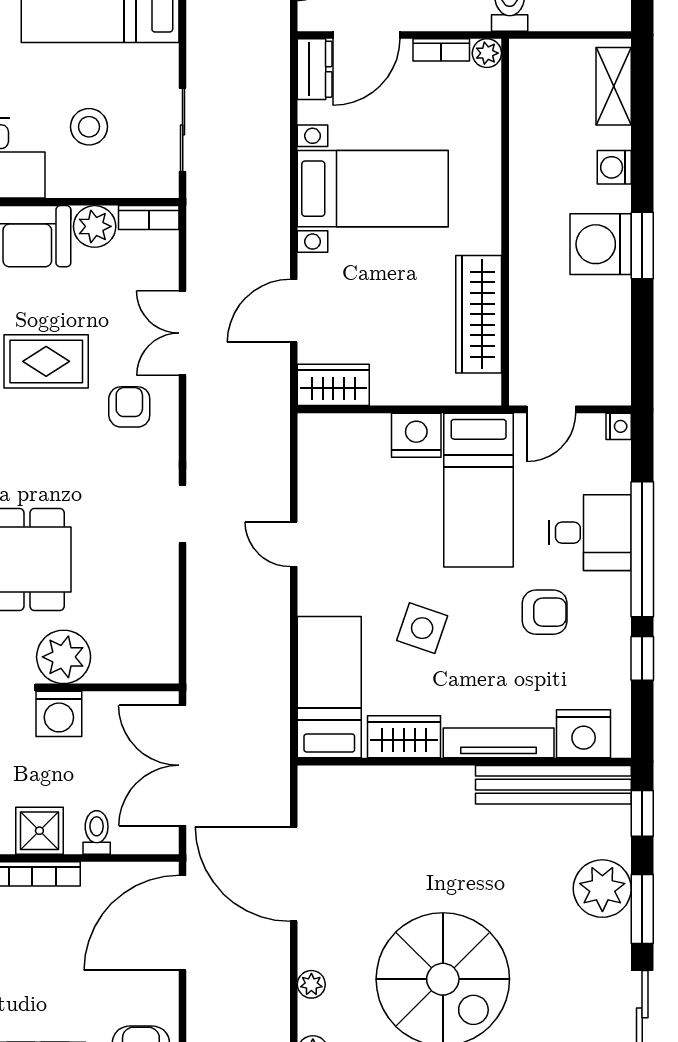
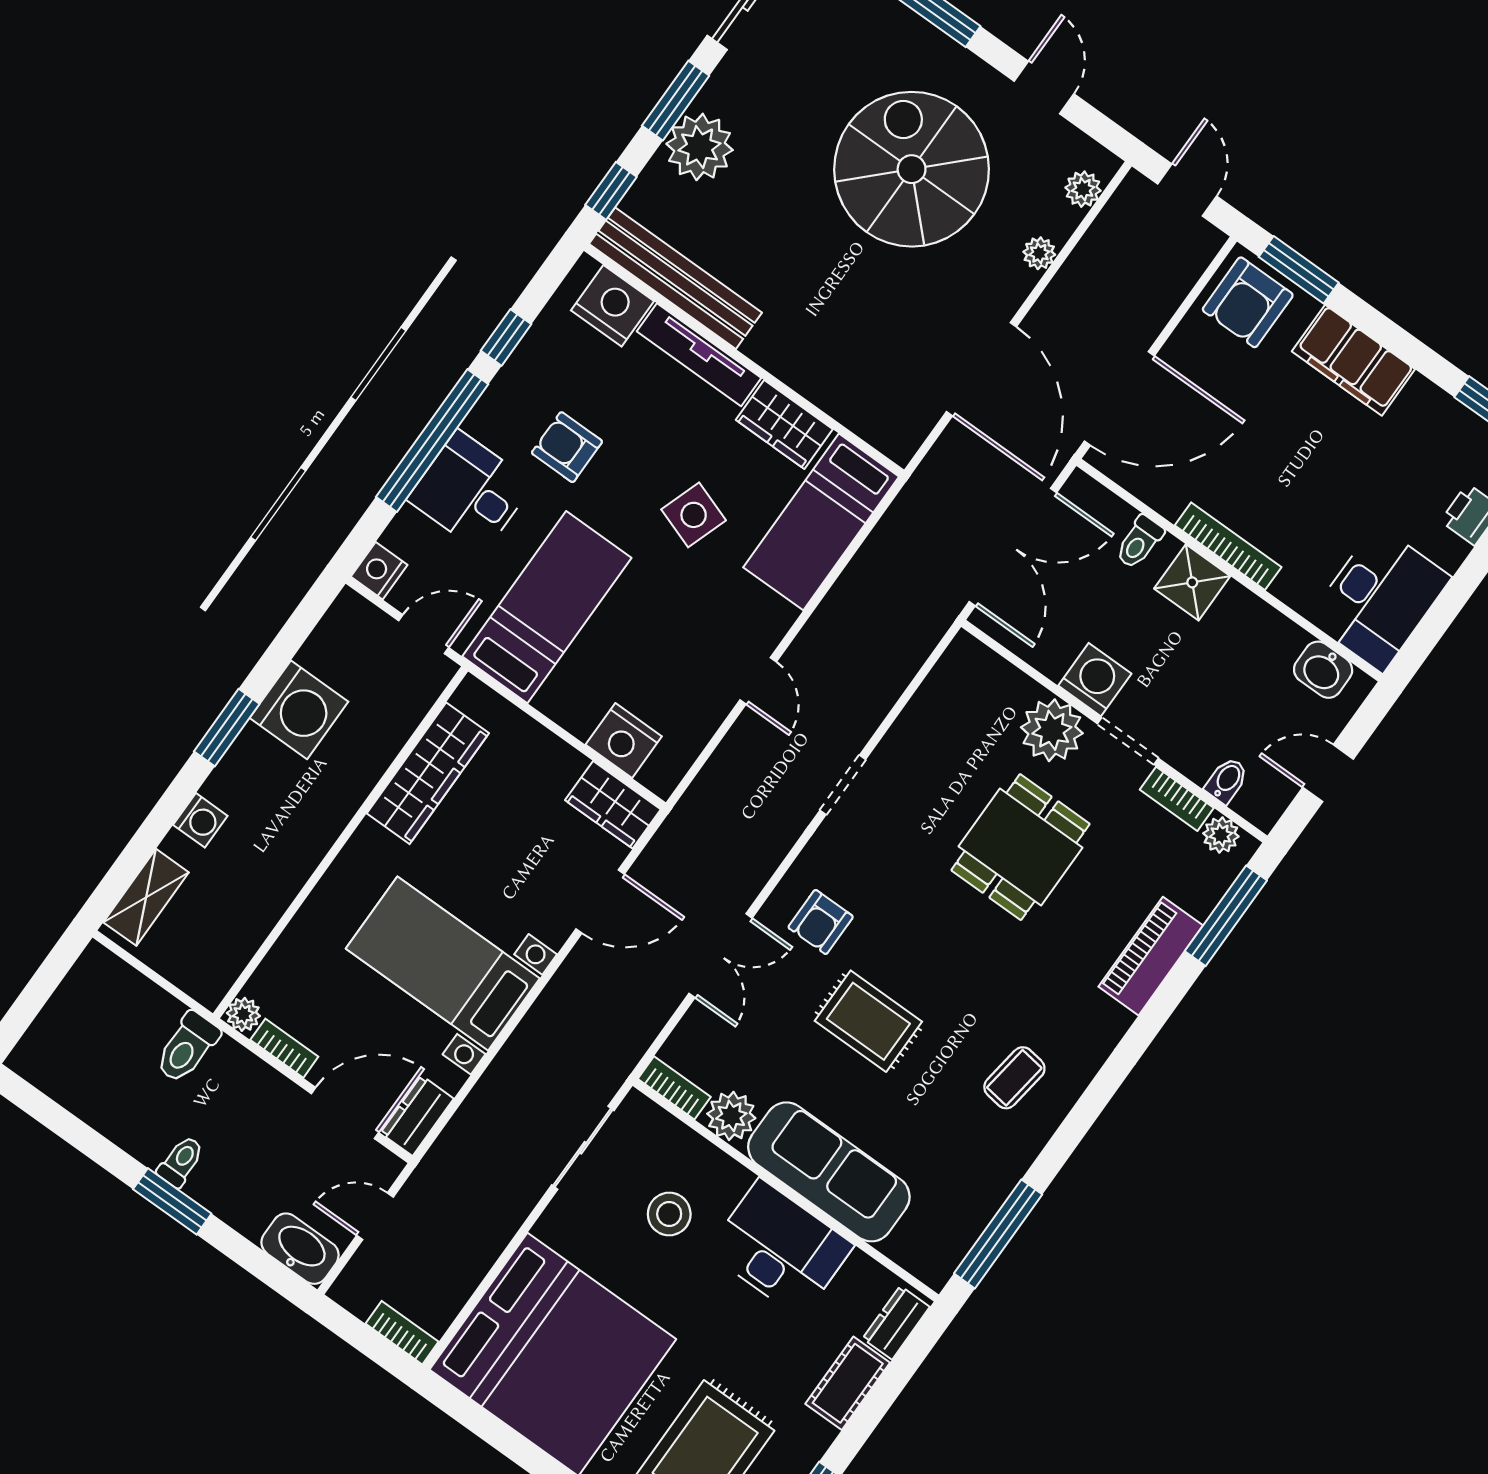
washing machine: (601, 244) -> (299, 710), moved
nightstand: (619, 426) -> (379, 571), width x1.39, depth x1.35
nightstand: (416, 435) -> (624, 741), moved

